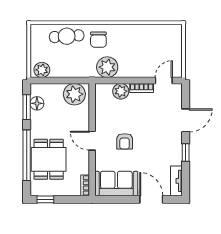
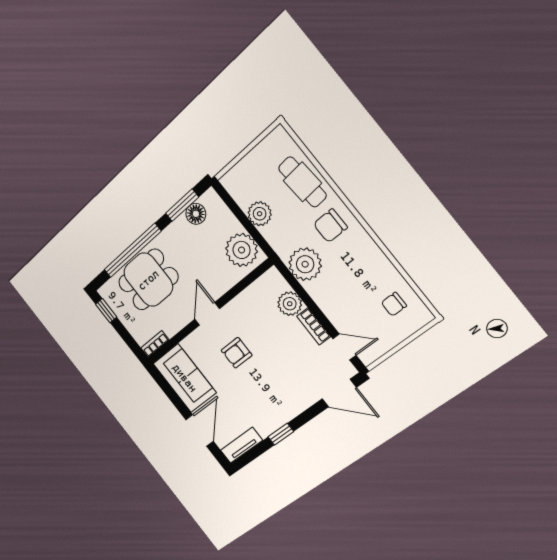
chair: (160, 39) -> (394, 304), added
plant: (42, 70) -> (260, 214), moved
door: (186, 120) -> (339, 393), moved

